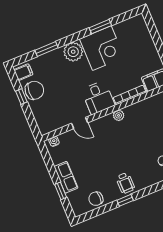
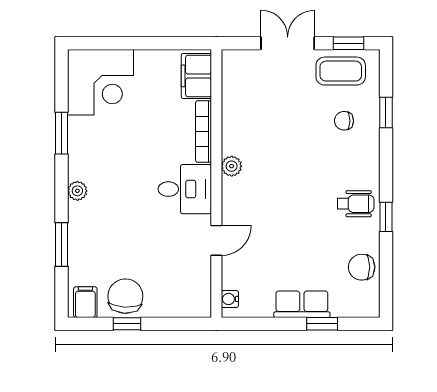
corner desk: (102, 48) -> (100, 82), moved, turned 90
plant: (73, 52) -> (77, 191), width x0.53, depth x0.53
chair: (96, 199) -> (362, 267), turned 90

